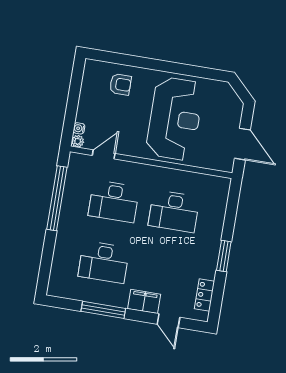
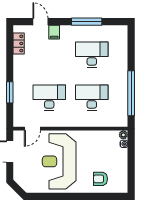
door: (104, 154) -> (32, 129), moved
window: (224, 256) -> (10, 92), moved
filing cabinet: (144, 301) -> (54, 32), width x0.50

